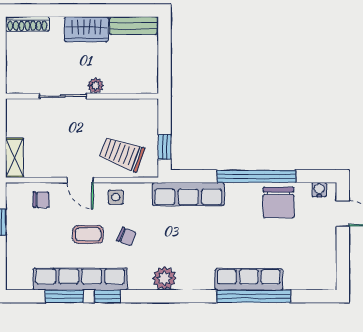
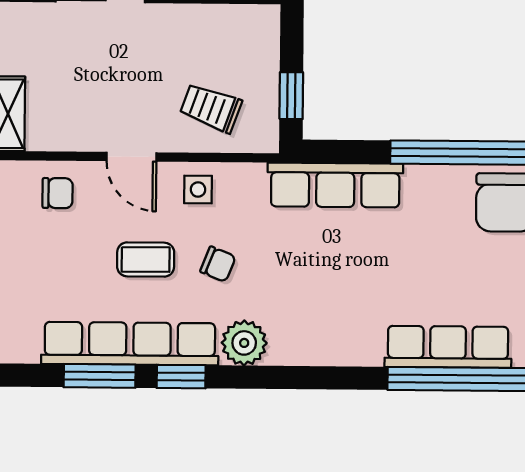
trolley: (122, 154) -> (211, 108), width x0.73, depth x0.72
plant: (164, 278) -> (244, 343), moved

